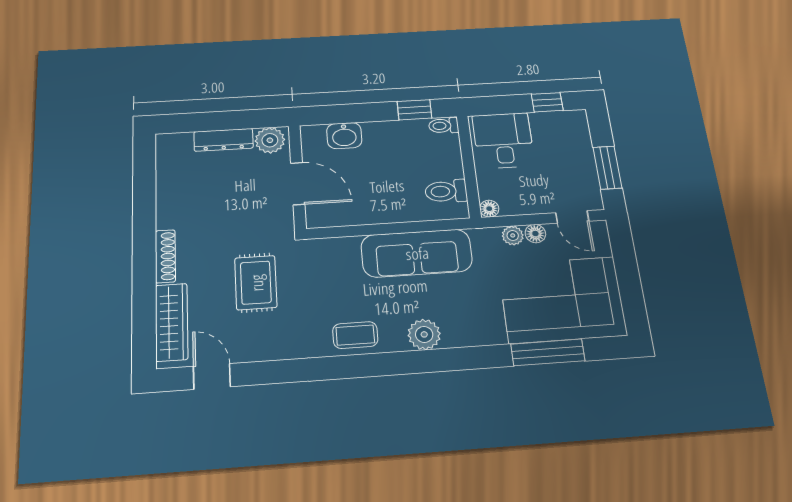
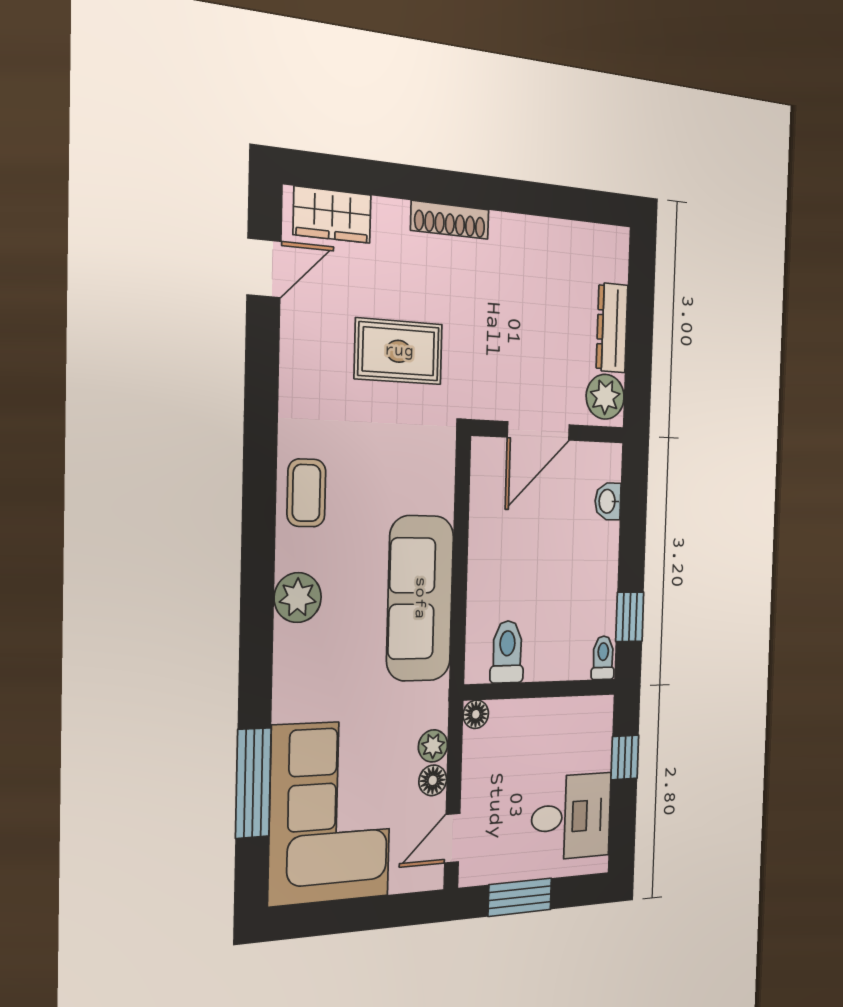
window: (547, 102) -> (625, 757), moved
washbasin: (344, 136) -> (608, 501), width x0.72, depth x0.69
desk: (503, 140) -> (571, 817), moved
wardrobe: (171, 322) -> (332, 215), width x0.67

